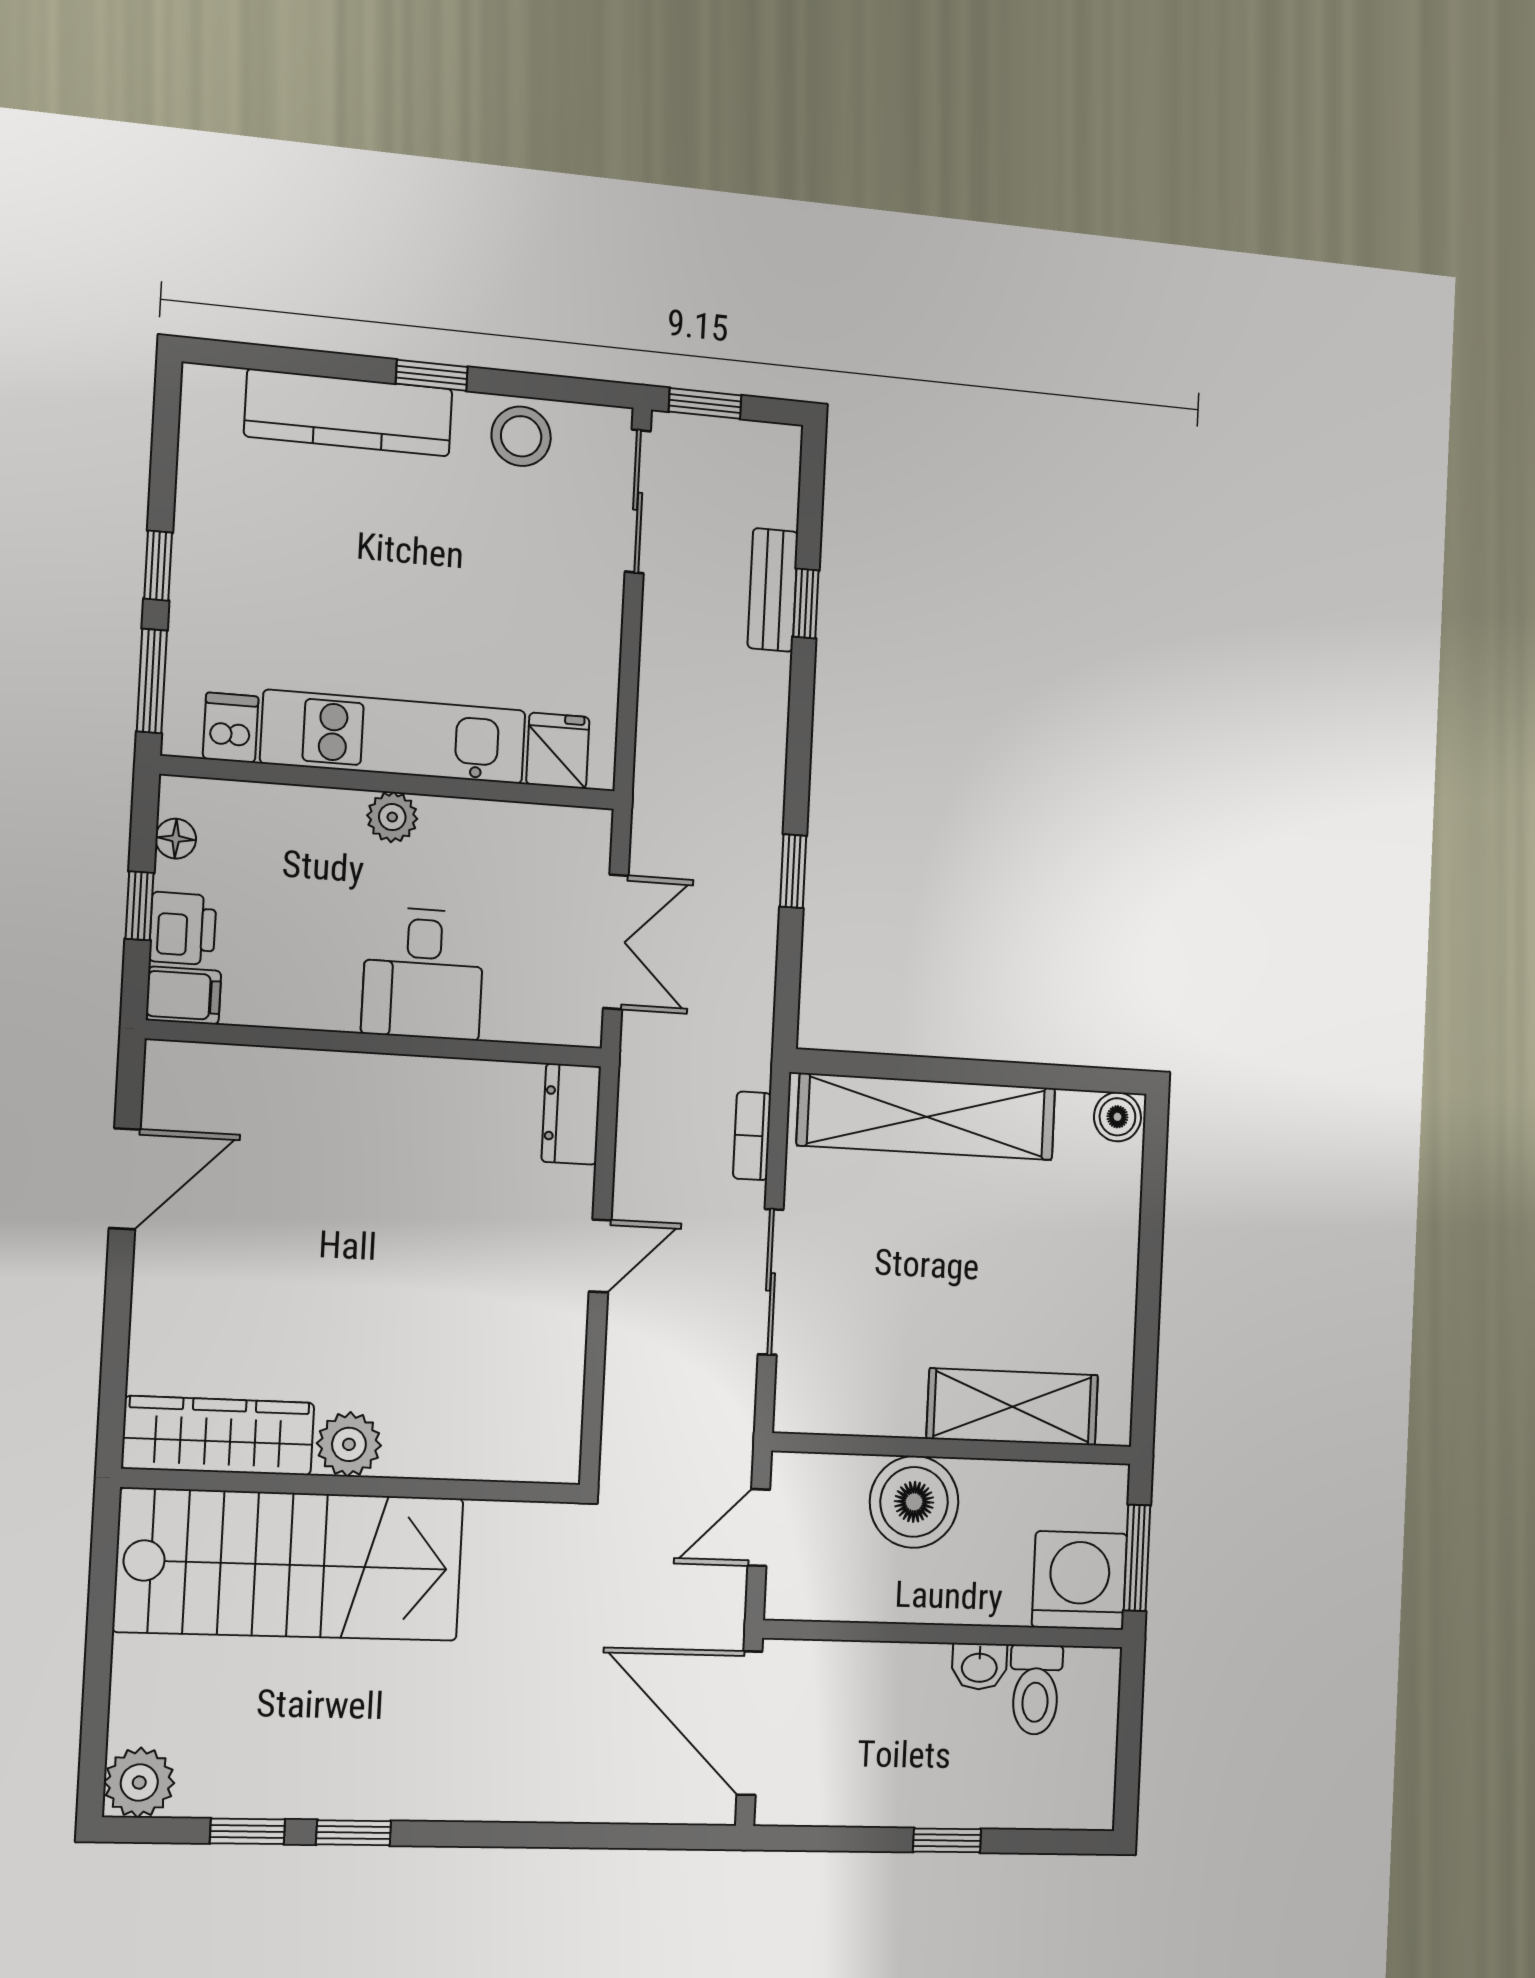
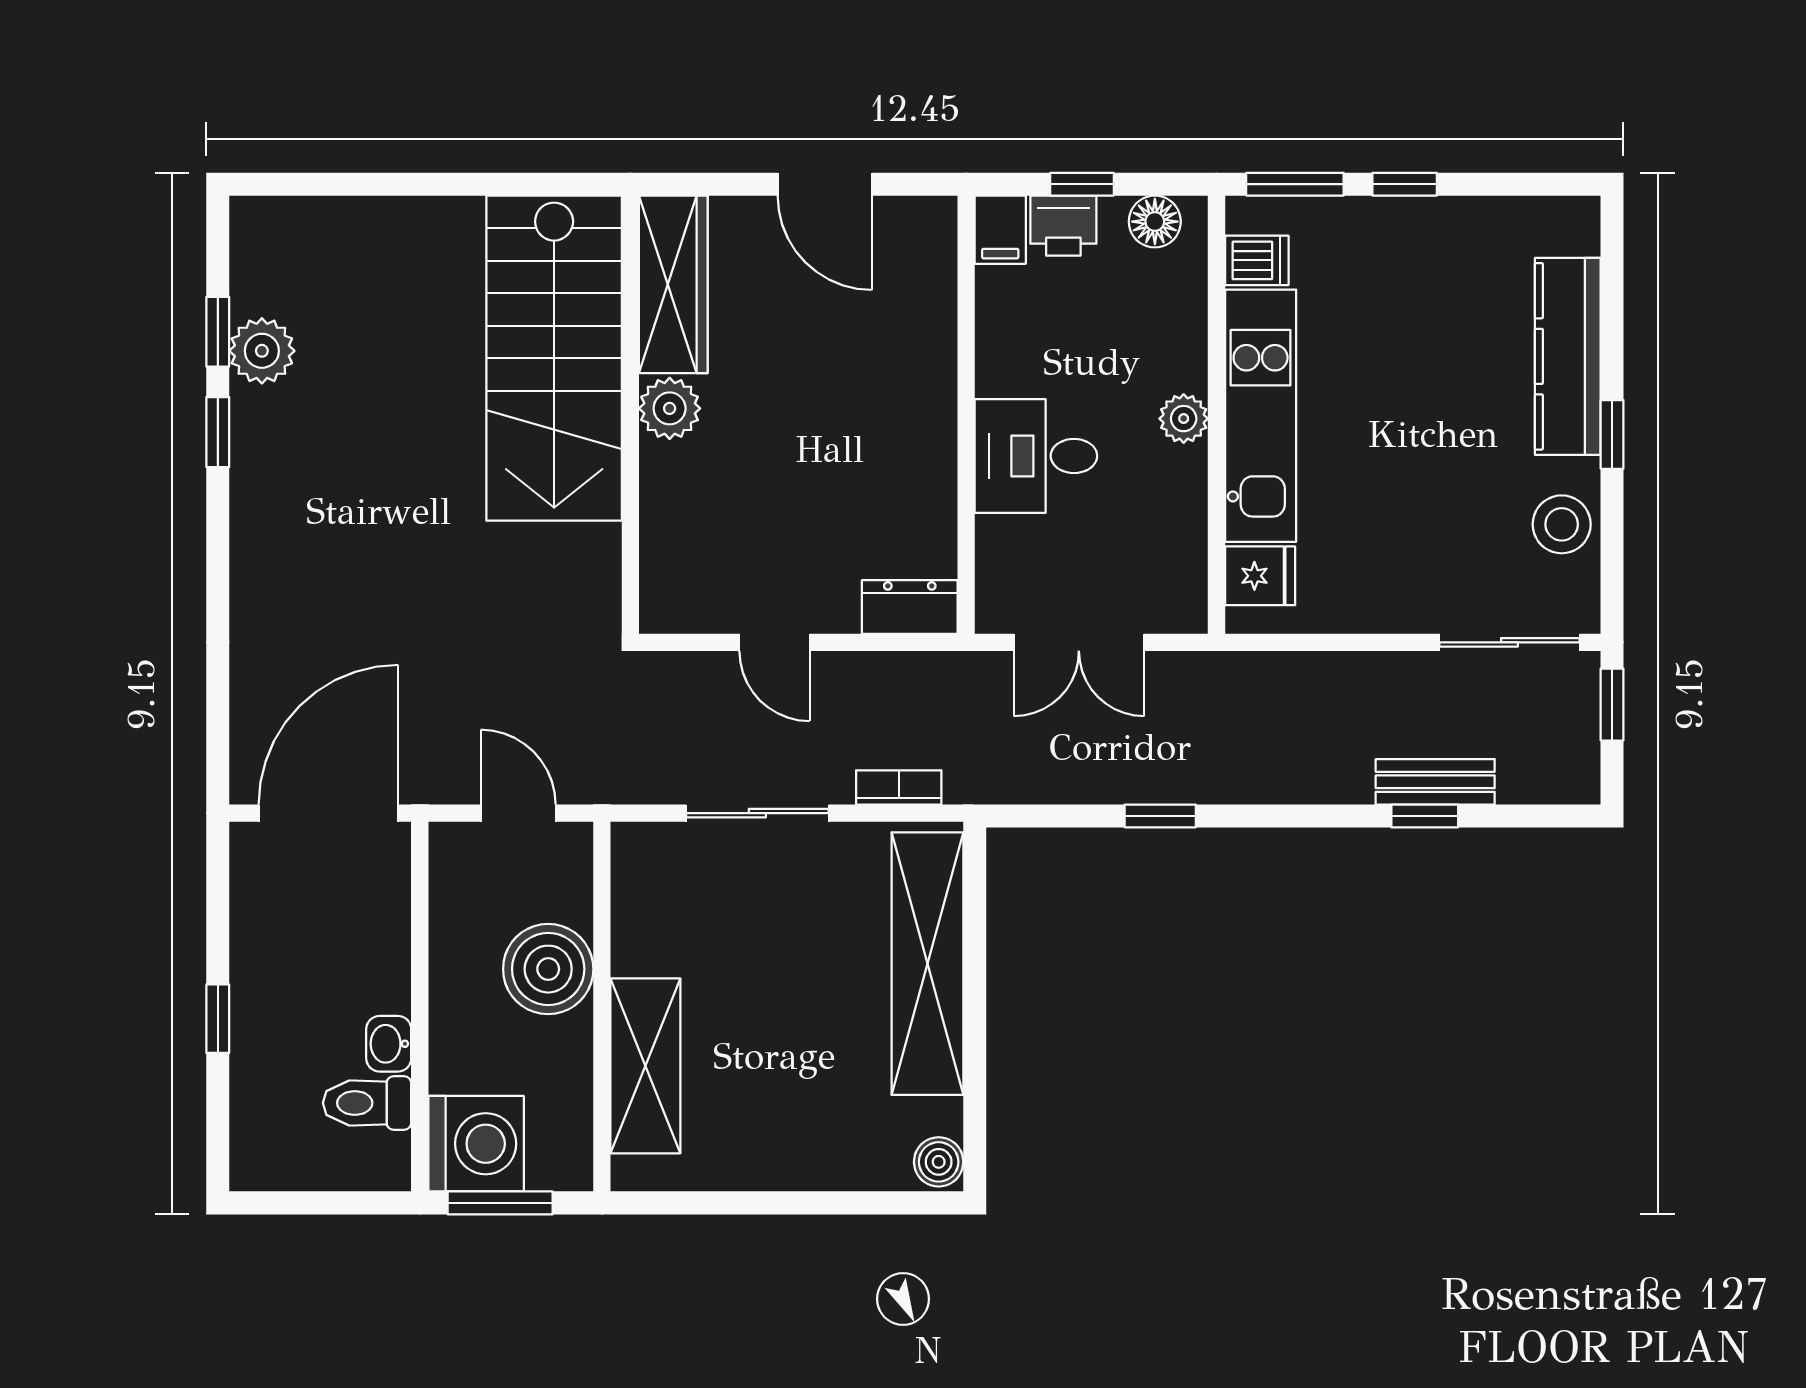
floor lamp: (176, 839) -> (1155, 222), width x1.37, depth x1.37
wardrobe: (218, 1436) -> (673, 284), moved
plant: (349, 1444) -> (670, 408), moved
wall: (353, 1486) -> (630, 415), moved
stairs: (290, 1565) -> (554, 358), moved
plant: (139, 1782) -> (262, 351), moved

